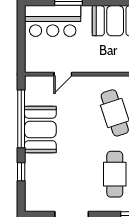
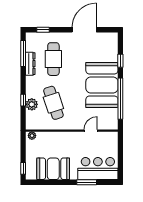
booth: (40, 129) -> (102, 85), width x1.36, depth x1.42

